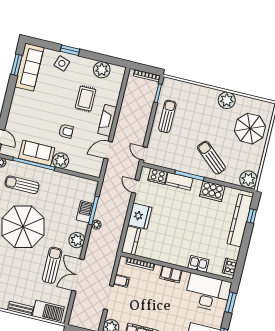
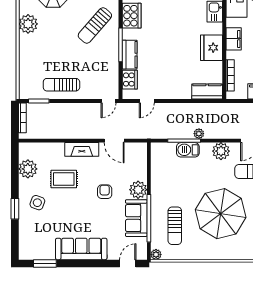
side table: (62, 63) -> (37, 203), moved
sofa: (29, 67) -> (81, 249), moved
fridge: (140, 216) -> (211, 48), moved, turned -90

